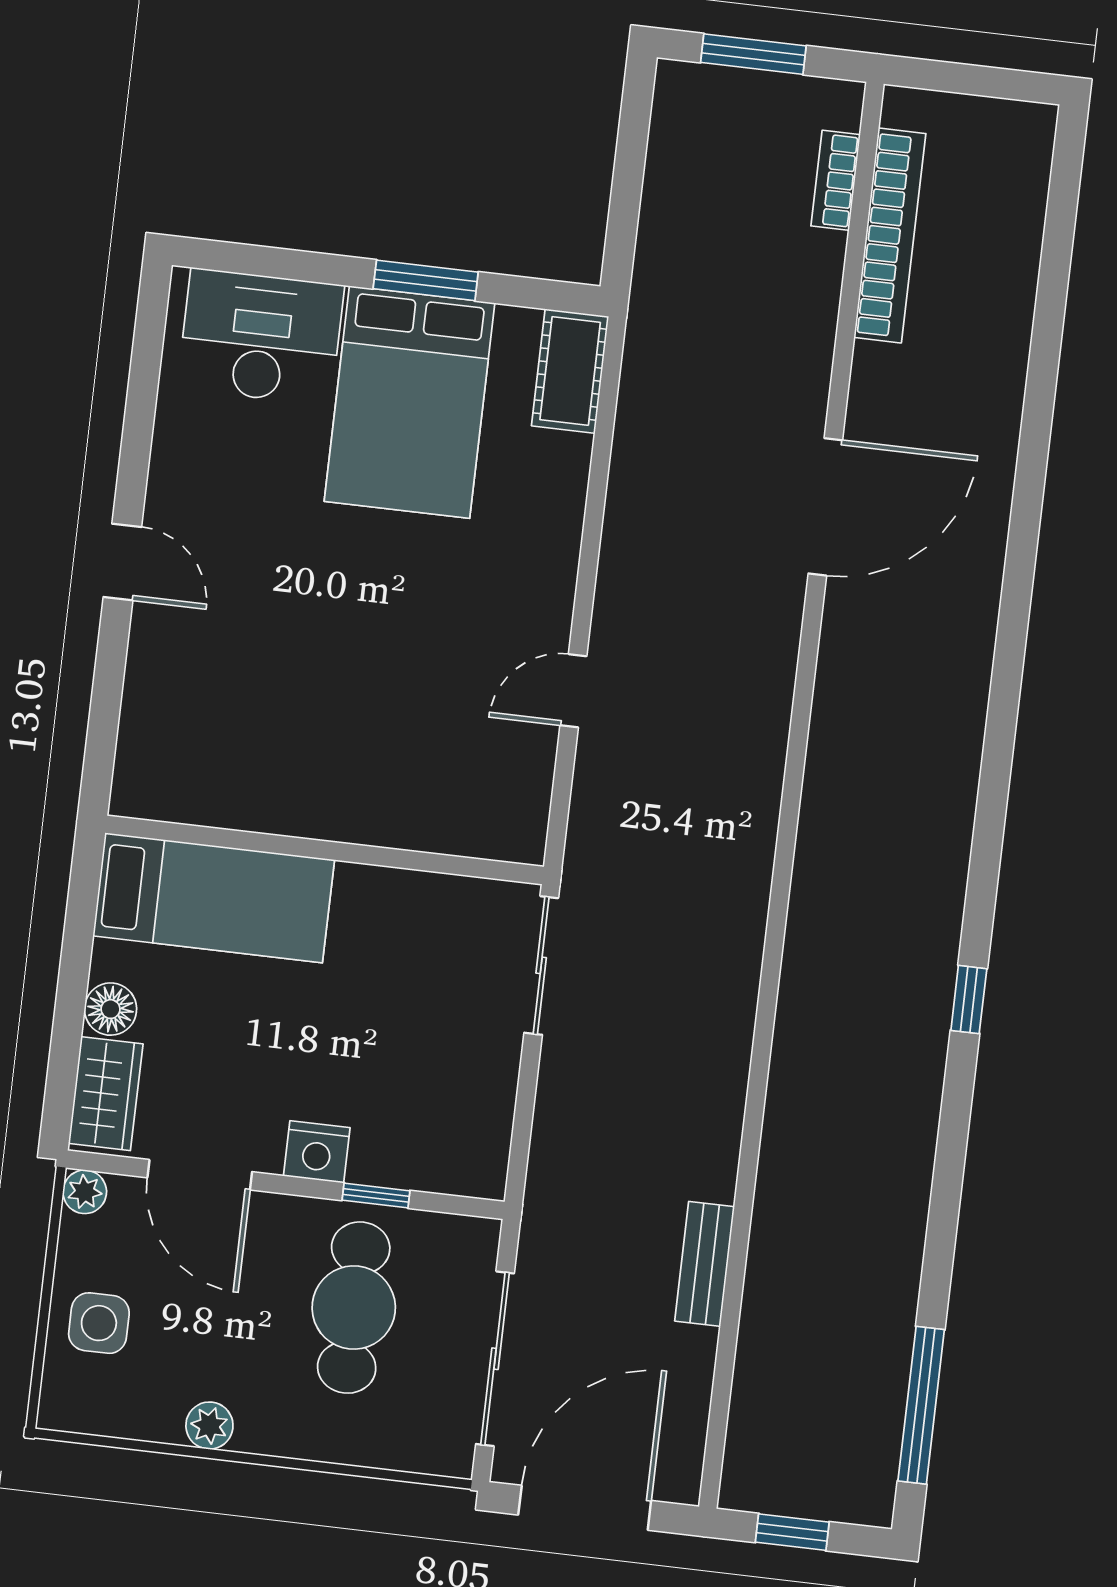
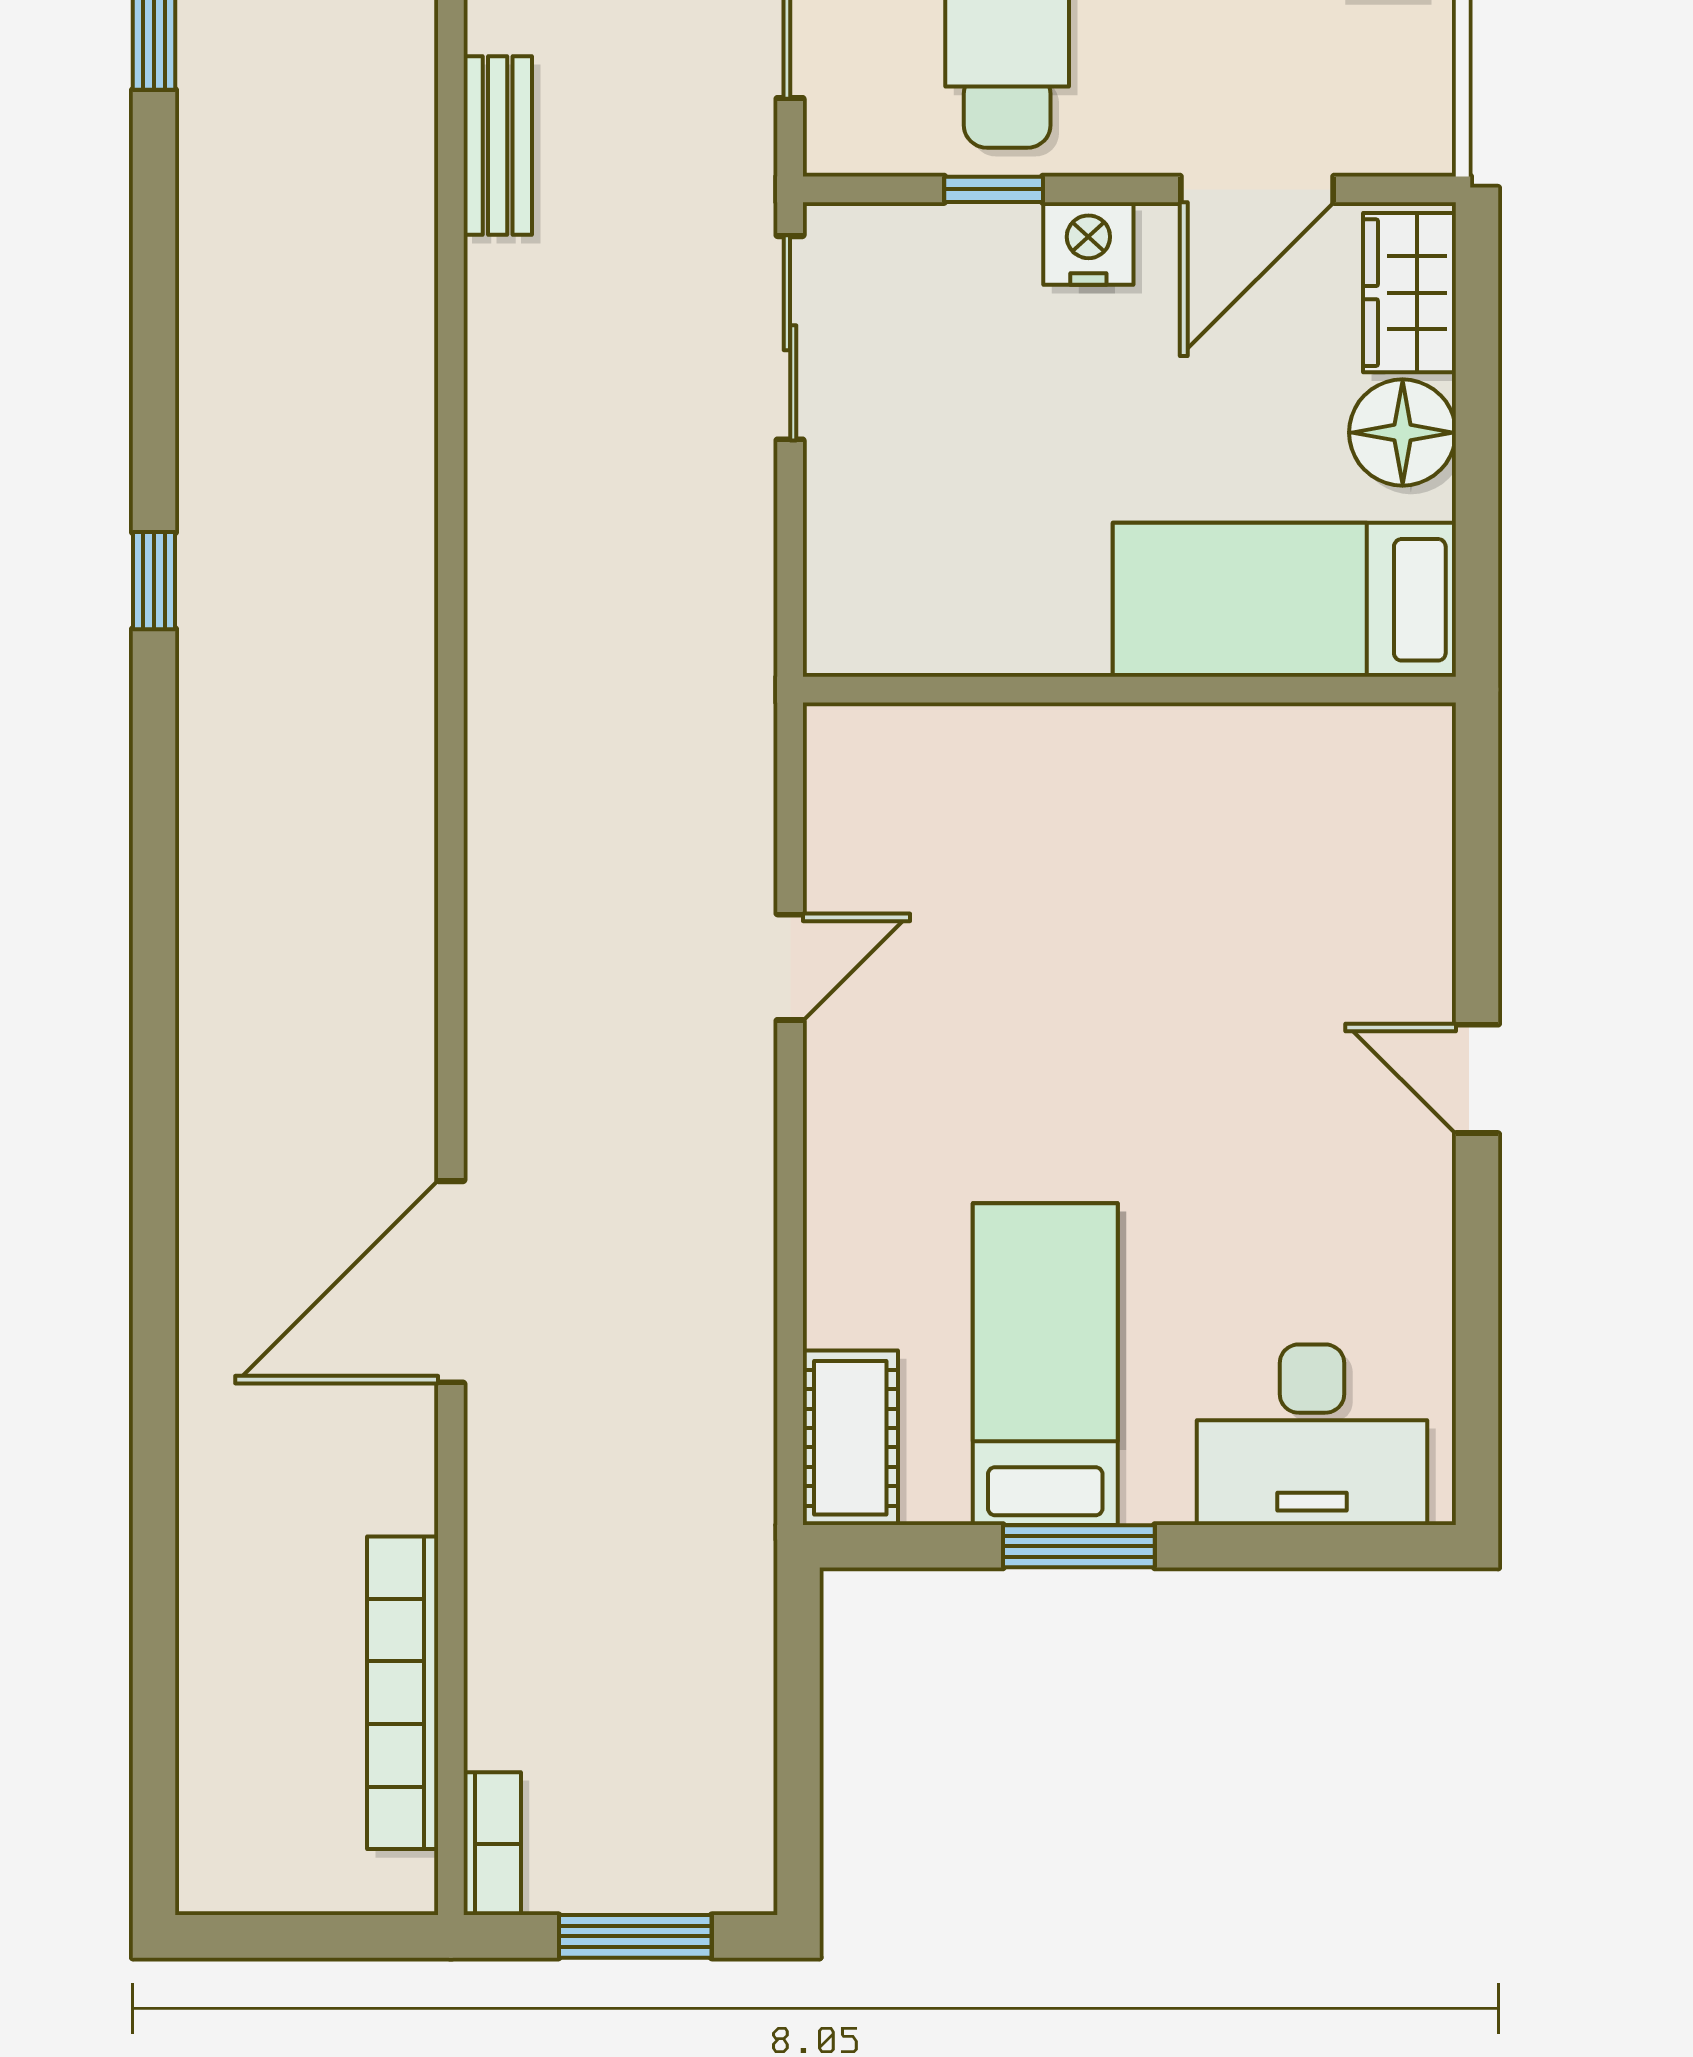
bookcase: (836, 180) -> (492, 1844), moved
bed: (410, 402) -> (1045, 1364), width x0.67
sliding door: (541, 965) -> (790, 338), moved
floor lamp: (111, 1009) -> (1403, 433), width x1.38, depth x1.38
door: (200, 1175) -> (1257, 189), swing flipped
plant: (85, 1192) -> (1423, 144), removed

